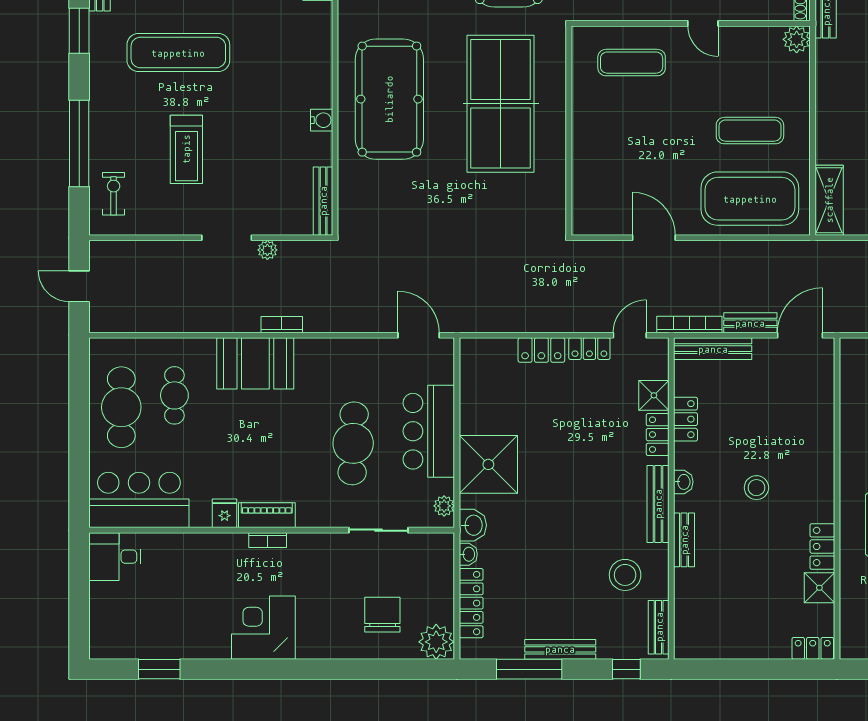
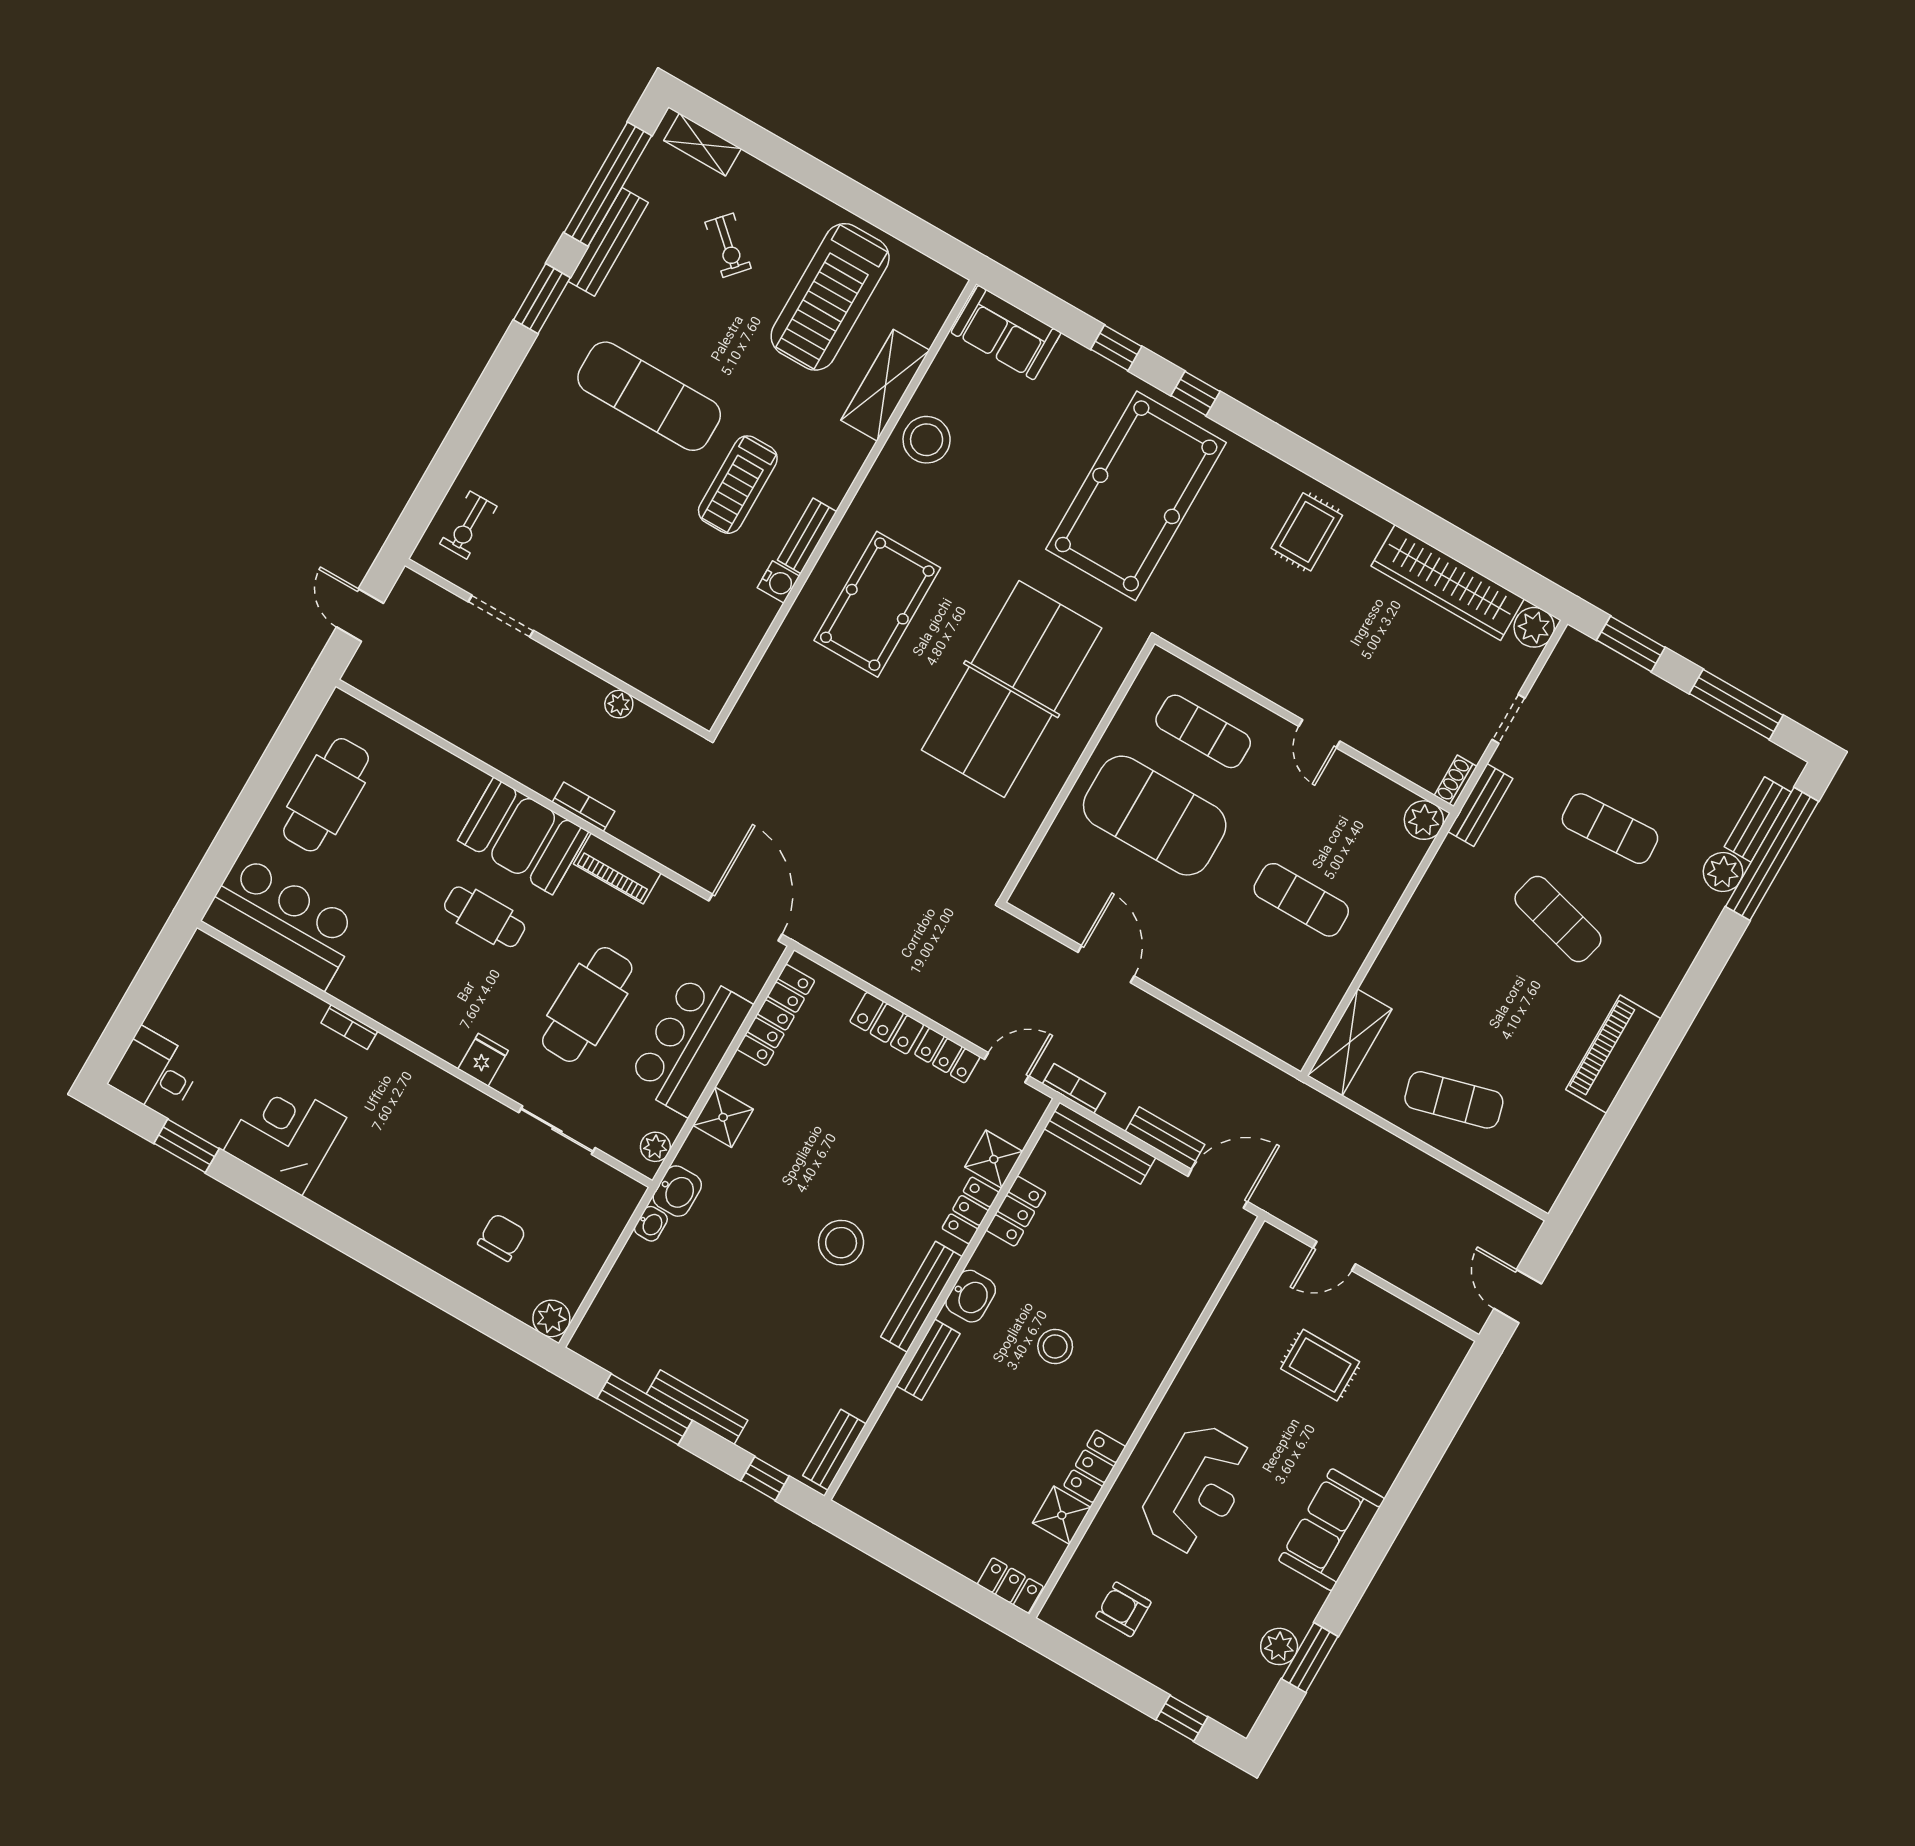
pool table: (389, 99) -> (877, 604), width x0.73, depth x0.76
window: (79, 144) -> (462, 438), removed
treadmill: (186, 149) -> (738, 485), moved
exercise bike: (114, 194) -> (468, 525), turned 180
exercise mat: (750, 199) -> (1155, 816), moved
bench: (323, 201) -> (807, 536), moved, width x0.73
doorway: (227, 238) -> (501, 616), moved
bookcase: (689, 324) -> (1074, 1089), width x0.64
door: (419, 335) -> (745, 917), width x1.36
cafe table: (174, 395) -> (485, 917), moved, turned 90
shower: (488, 464) -> (723, 1117), width x0.54, depth x0.54
washbasin: (683, 482) -> (971, 1296), width x1.38, depth x1.45
fridge: (225, 513) -> (483, 1060), moved
piano: (267, 515) -> (617, 868), moved, turned 180
bookcase: (268, 540) -> (349, 1027), moved
desk: (115, 557) -> (156, 1073), moved
stool: (625, 575) -> (841, 1243), moved
locker: (471, 603) -> (776, 1015), moved
chair: (382, 615) -> (502, 1237), width x0.73, depth x0.73
corner desk: (263, 628) -> (285, 1134), moved
plant: (436, 642) -> (551, 1318), width x0.73, depth x0.73

